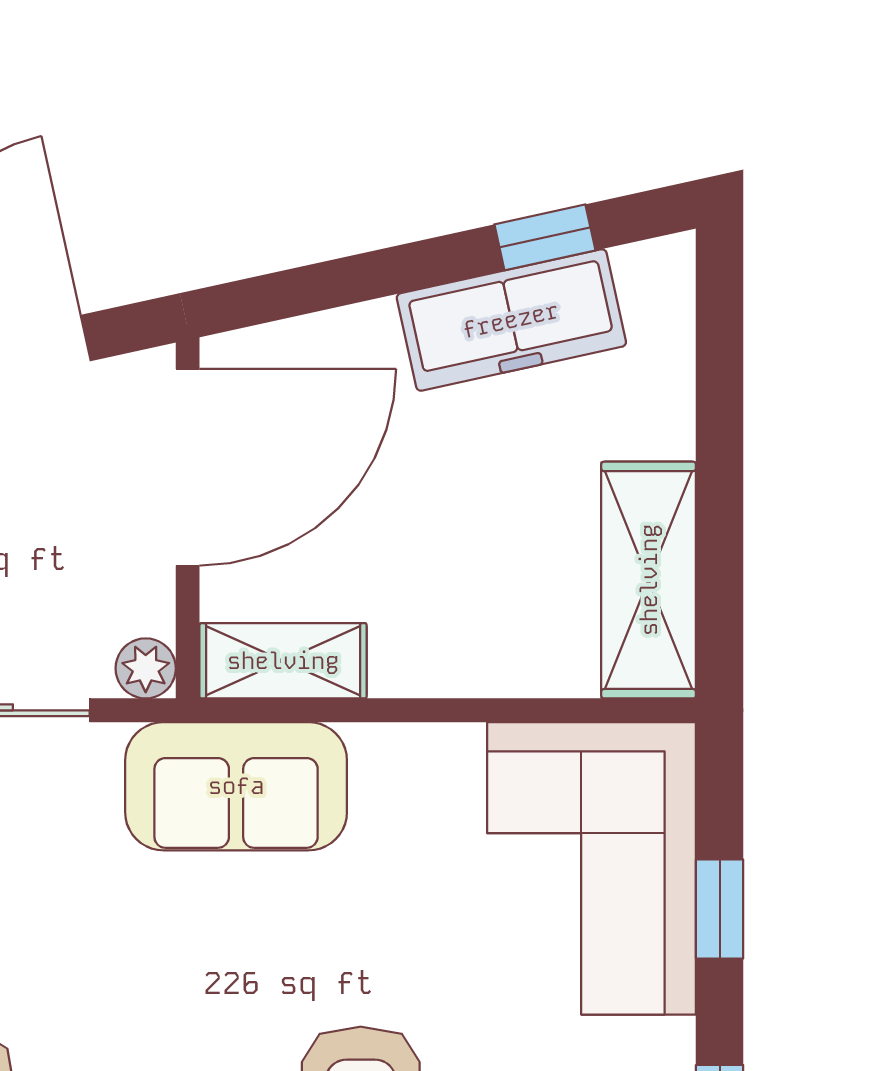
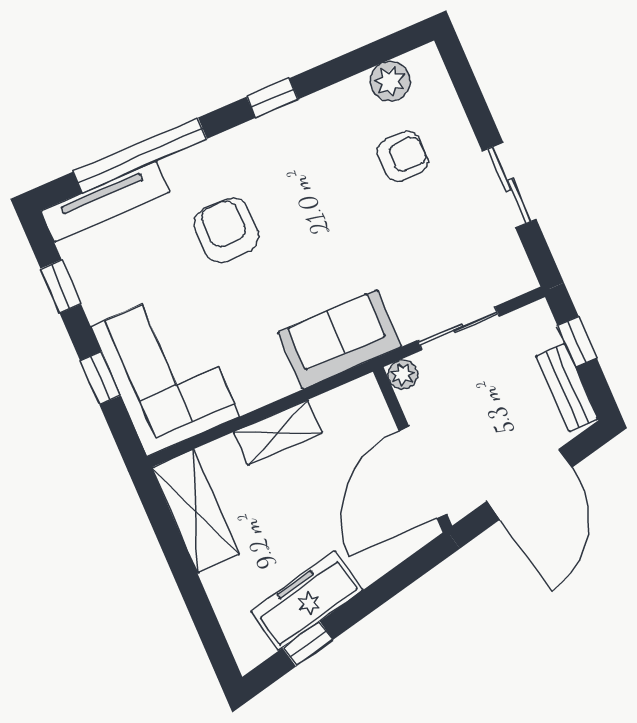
shelving: (283, 661) -> (278, 433), moved

